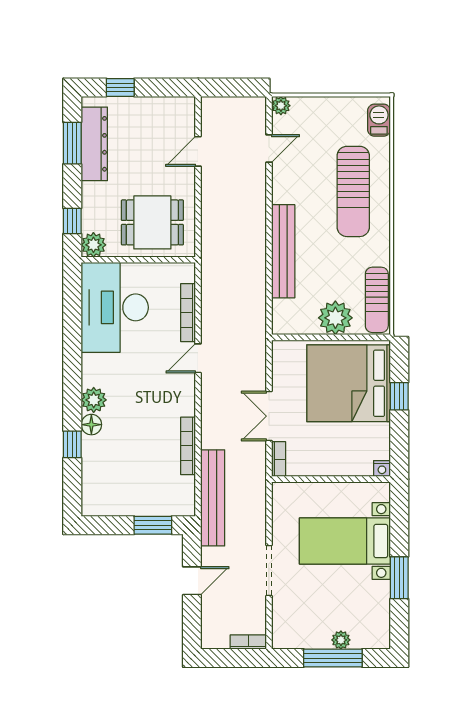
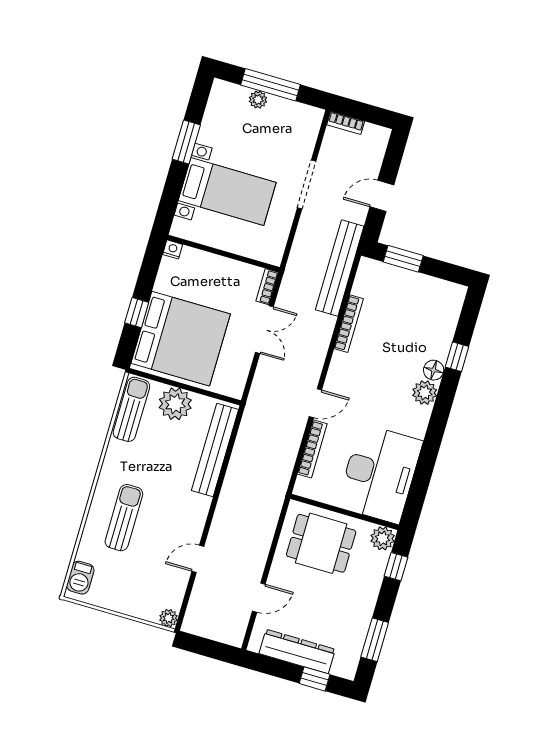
dresser: (94, 144) -> (297, 651), moved, turned 90
door: (269, 149) -> (198, 559), moved
sun lounger: (353, 191) -> (124, 518), width x0.73, depth x0.75
bench: (283, 251) -> (215, 450), moved

